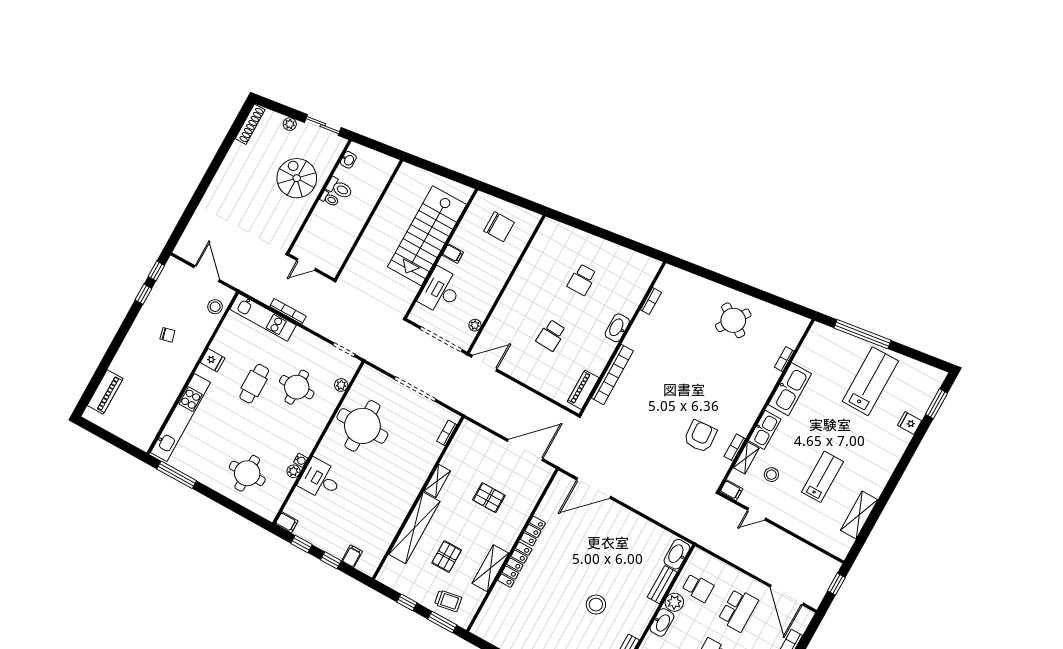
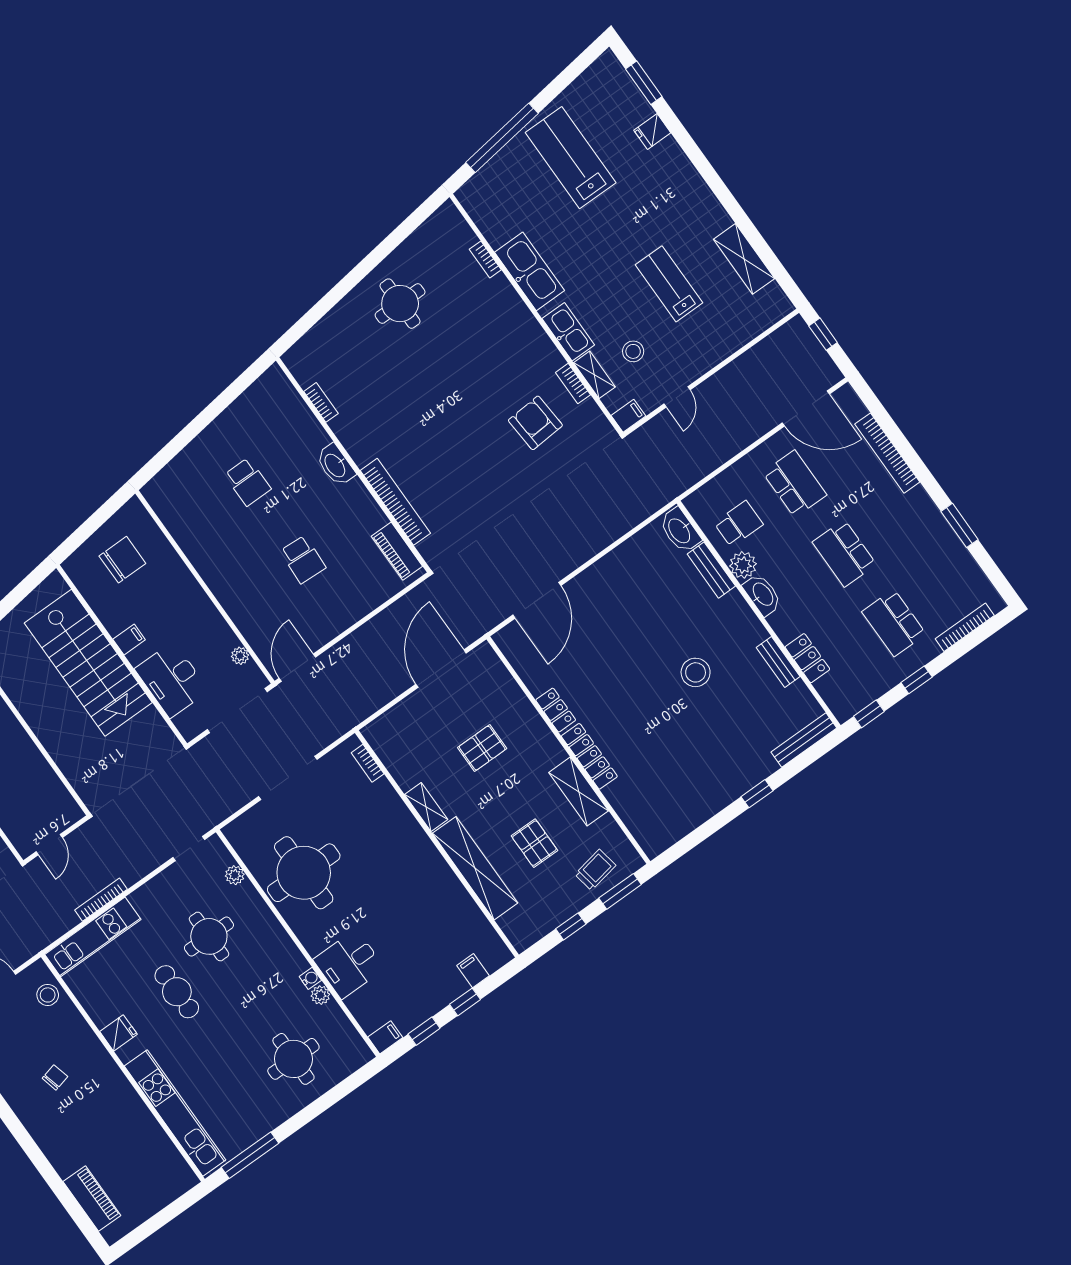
round table: (733, 320) -> (400, 304), turned -34

